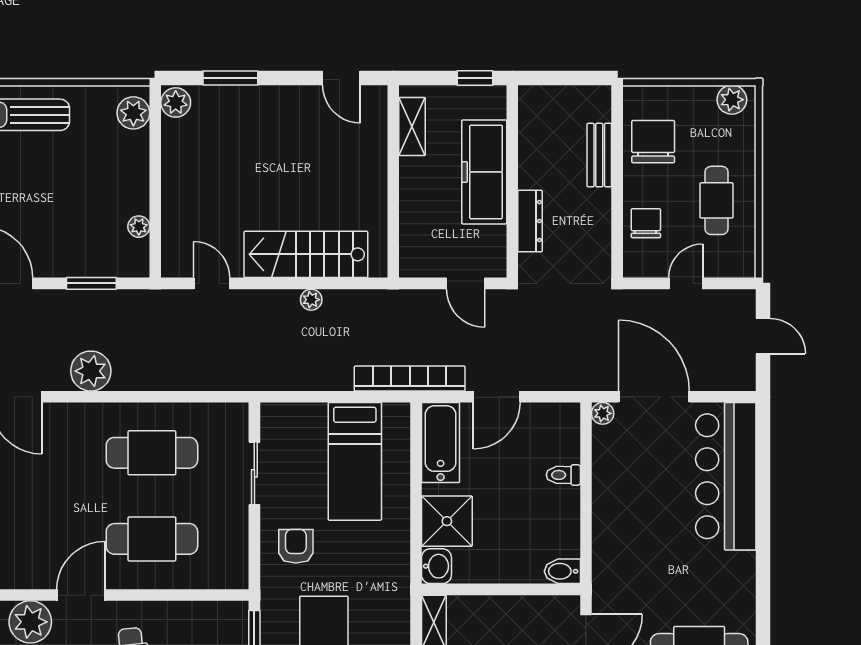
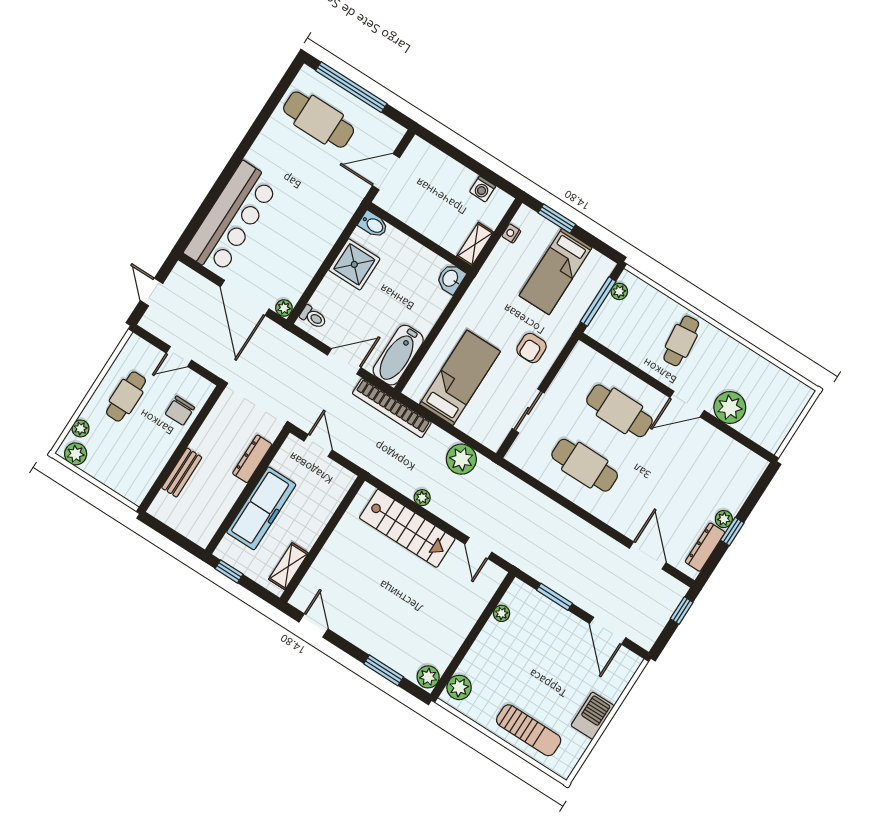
plant: (745, 132) -> (81, 428), added
chair: (653, 142) -> (142, 459), removed
plant: (91, 371) -> (461, 459), moved
toilet: (563, 475) -> (313, 317), moved
shower: (447, 521) -> (354, 264), moved

